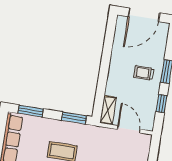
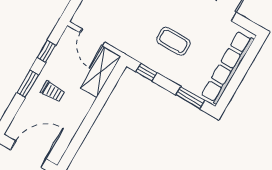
shelving: (108, 110) -> (101, 72), width x1.50, depth x1.33
window: (74, 118) -> (147, 72), width x0.67

